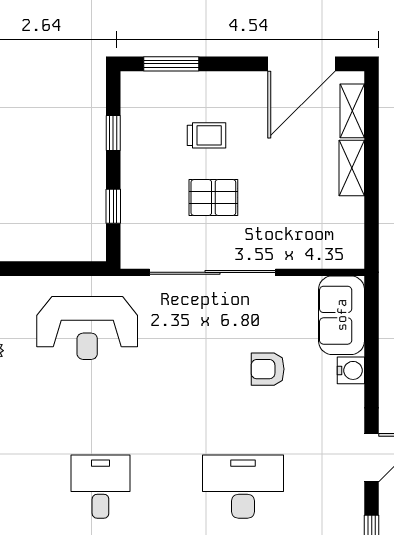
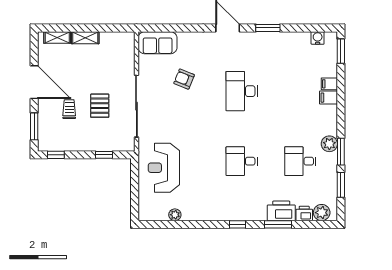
door: (302, 64) -> (34, 82), moved
window: (113, 133) -> (56, 155), moved
reception desk: (87, 328) -> (164, 168), turned 180
armchair: (268, 369) -> (184, 79), turned 112
water cooler: (351, 370) -> (185, 38), removed

